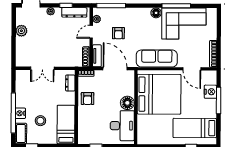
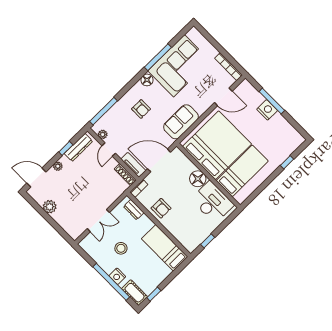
armchair: (118, 33) -> (141, 109), moved
sofa: (157, 58) -> (181, 122), width x0.73
nightstand: (210, 92) -> (267, 110), moved
stool: (40, 121) -> (121, 248), moved
bed: (195, 128) -> (242, 171), moved, turned 180

